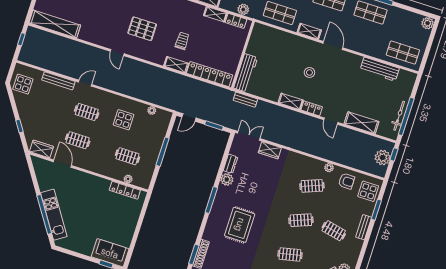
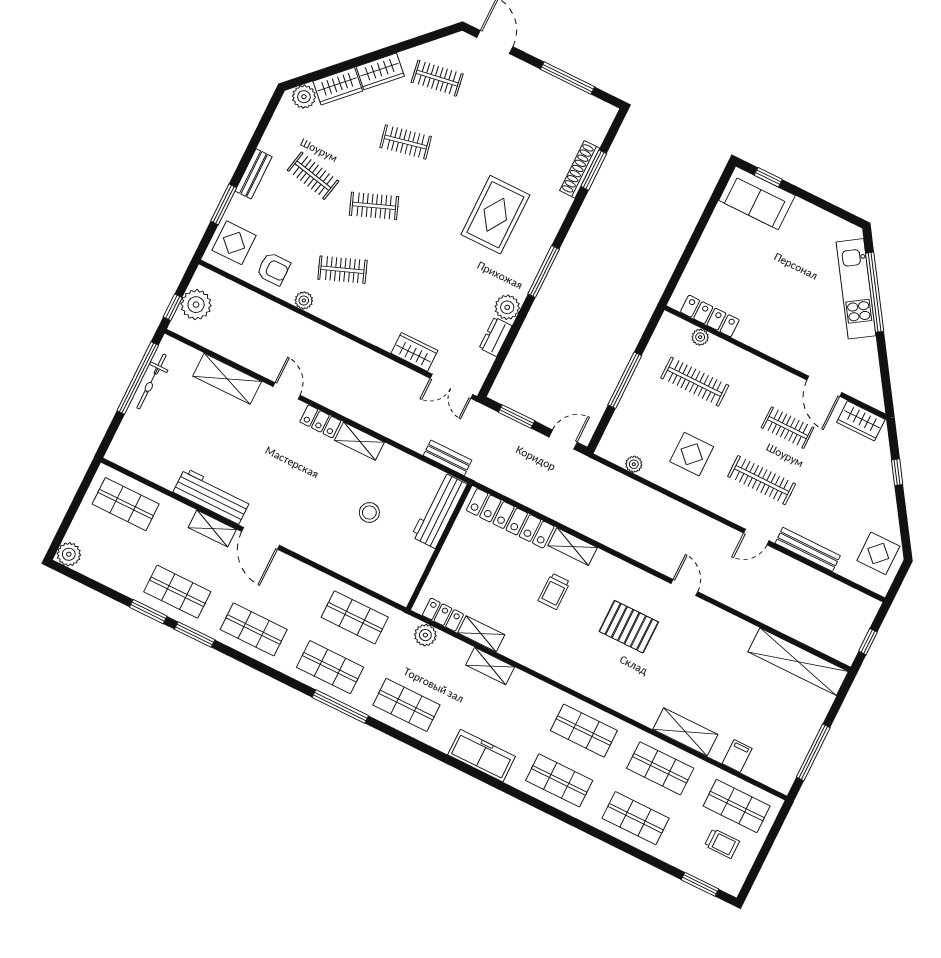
shelving: (309, 31) -> (212, 528), moved
workbench: (380, 69) -> (212, 496), moved
stool: (309, 72) -> (369, 512), moved
clothes rail: (87, 112) -> (762, 480), width x1.36
clothes rail: (127, 156) -> (695, 382), width x1.36
armchair: (347, 181) -> (274, 269), turned 180

